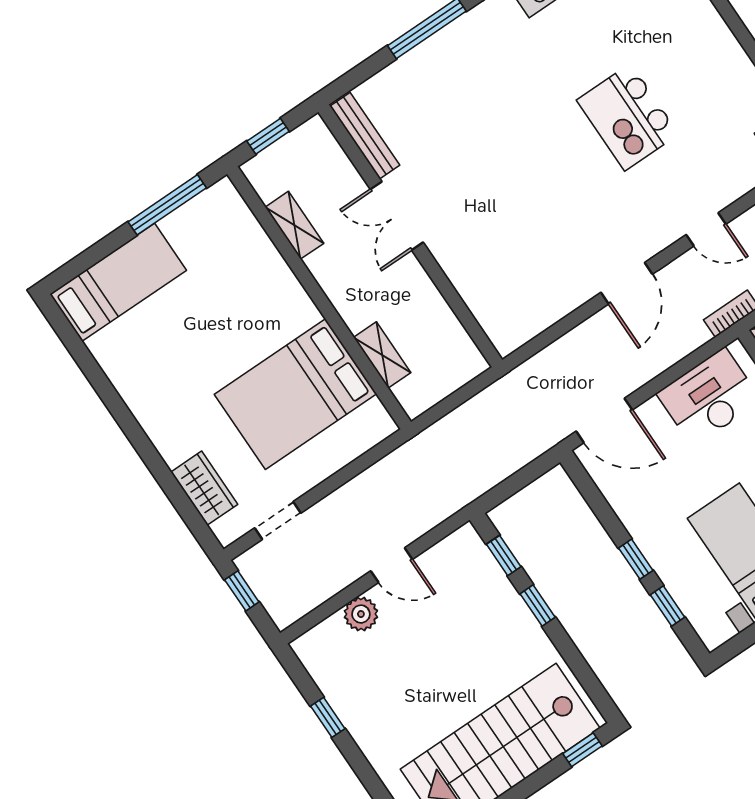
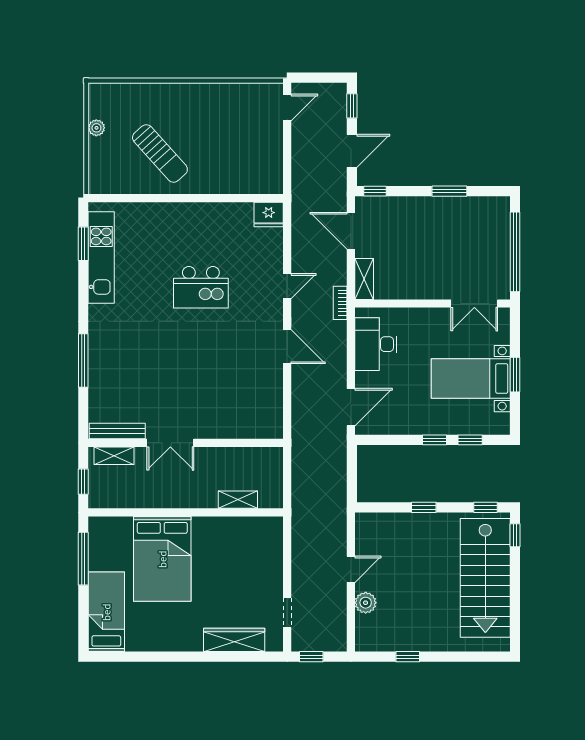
shelving: (294, 225) -> (114, 456), moved
bed: (295, 394) -> (162, 559), moved
wardrobe: (204, 488) -> (234, 640), width x1.50
window: (504, 555) -> (485, 507), moved

